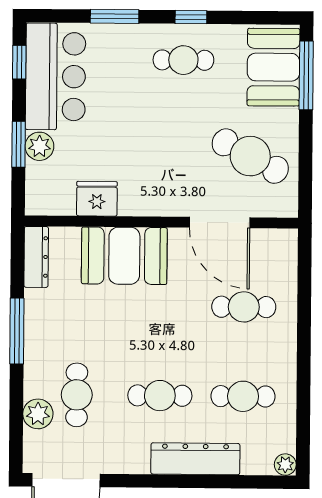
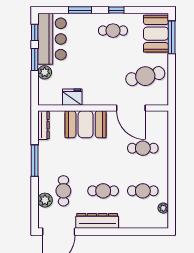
window: (19, 144) -> (35, 59), moved
cafe table: (250, 156) -> (145, 76), turned -41
dresser: (195, 459) -> (97, 221), moved
plant: (285, 465) -> (163, 208), moved

